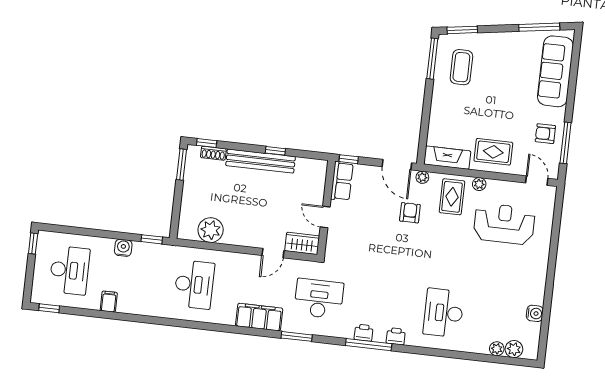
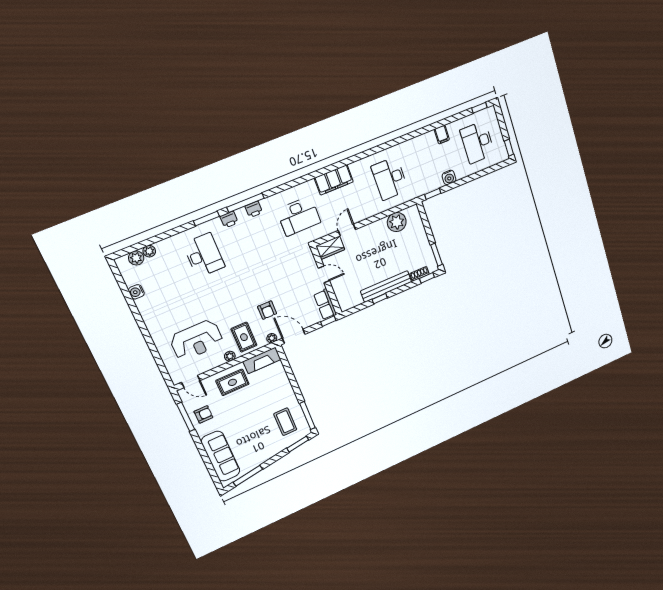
window: (297, 336) -> (206, 219), moved

